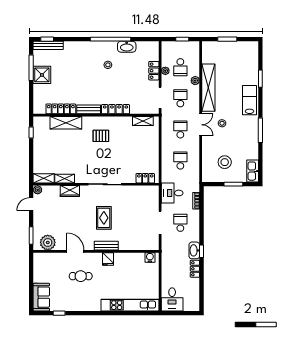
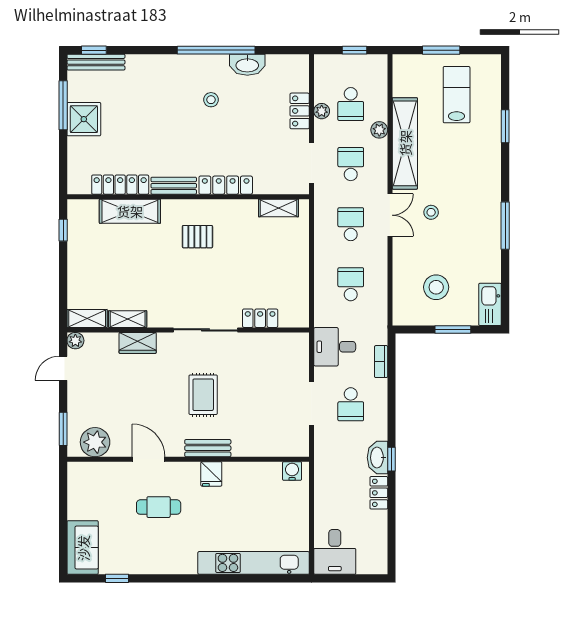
lab bench: (250, 100) -> (457, 95), moved
locker: (145, 178) -> (260, 318), moved
school desk: (180, 223) -> (351, 404), turned 180

